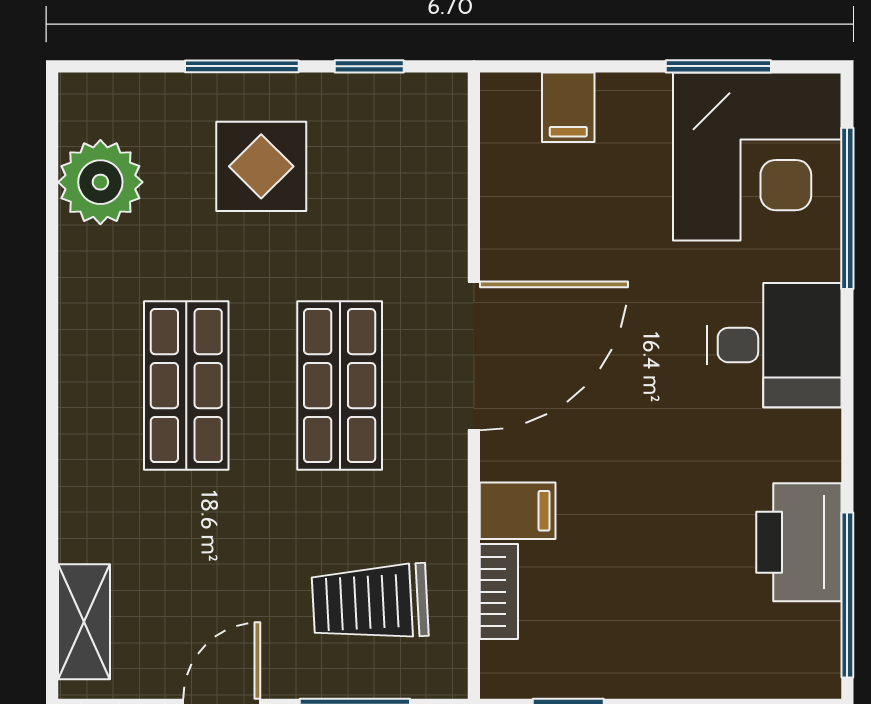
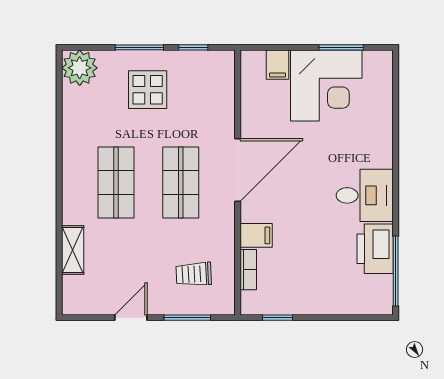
corner desk: (757, 156) -> (326, 85), moved
plant: (100, 182) -> (80, 68), moved
window: (847, 208) -> (396, 107), removed
desk: (774, 345) -> (365, 195), moved
trolley: (370, 602) -> (194, 274), width x0.73, depth x0.72
shelving: (84, 622) -> (73, 250), moved

